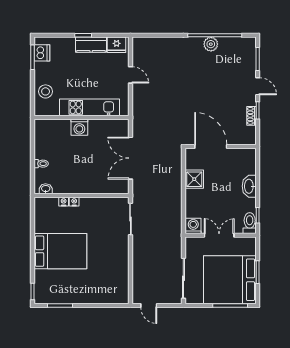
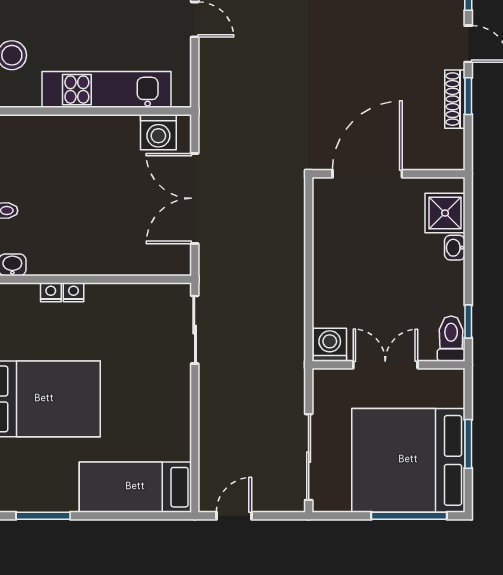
shoe rack: (251, 116) -> (455, 99), width x1.43
washing machine: (79, 127) -> (158, 132), moved
door: (211, 147) -> (367, 174), hinge flipped
shower: (194, 179) -> (445, 213), moved
washbasin: (249, 186) -> (455, 248), width x0.52, depth x0.69
bed: (103, 292) -> (135, 487), added
door: (149, 305) -> (234, 516), swing flipped

